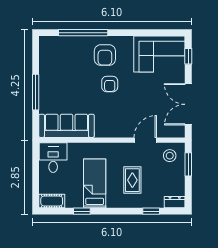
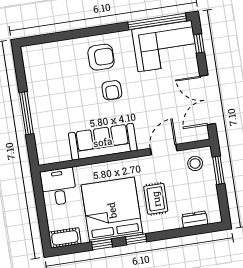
window: (83, 33) -> (157, 21), moved
armchair: (105, 55) -> (101, 57), turned -90
sofa: (67, 126) -> (103, 142), moved
bed: (95, 183) -> (112, 210), width x2.04
dresser: (175, 202) -> (195, 219), moved
window: (151, 211) -> (136, 239), moved

